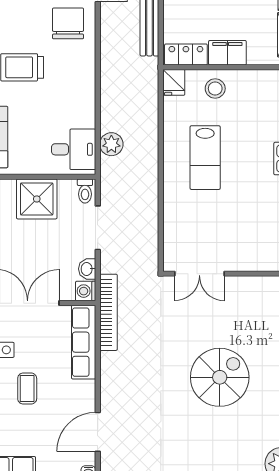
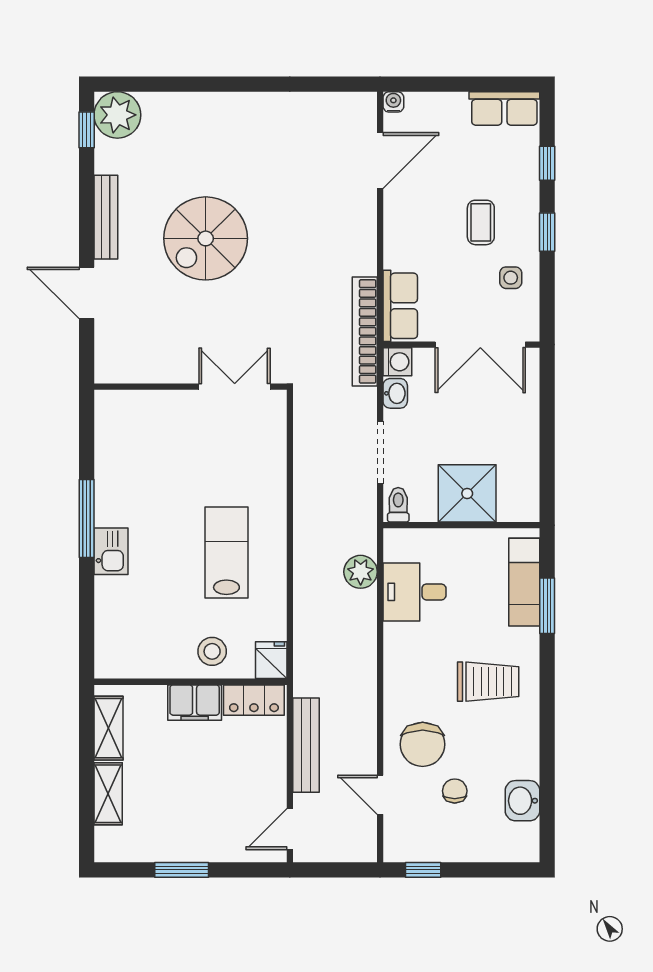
desk: (74, 149) -> (414, 592), moved
row of seats: (84, 342) -> (400, 306), width x0.68

